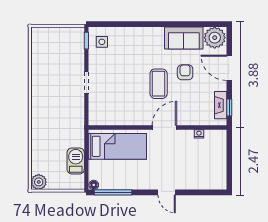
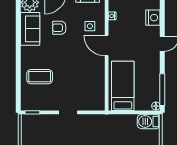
side table: (102, 42) -> (90, 26), moved
coffee table: (159, 84) -> (40, 77), moved
barbecue: (76, 161) -> (149, 121), moved
nightstand: (197, 181) -> (153, 18), added

